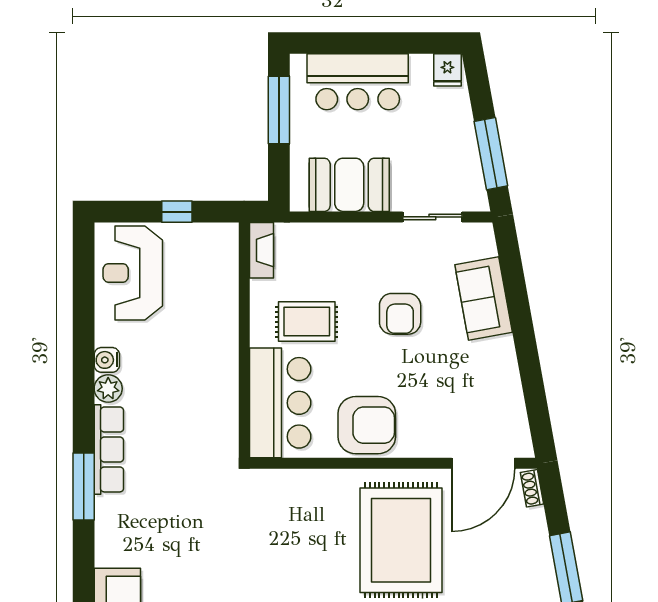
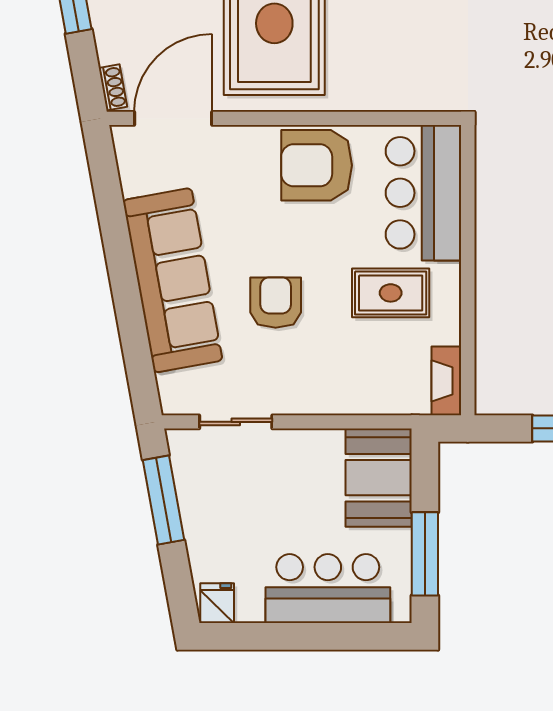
booth: (349, 185) -> (379, 478), moved, turned 90
sofa: (484, 298) -> (173, 280), width x1.85, depth x1.27

